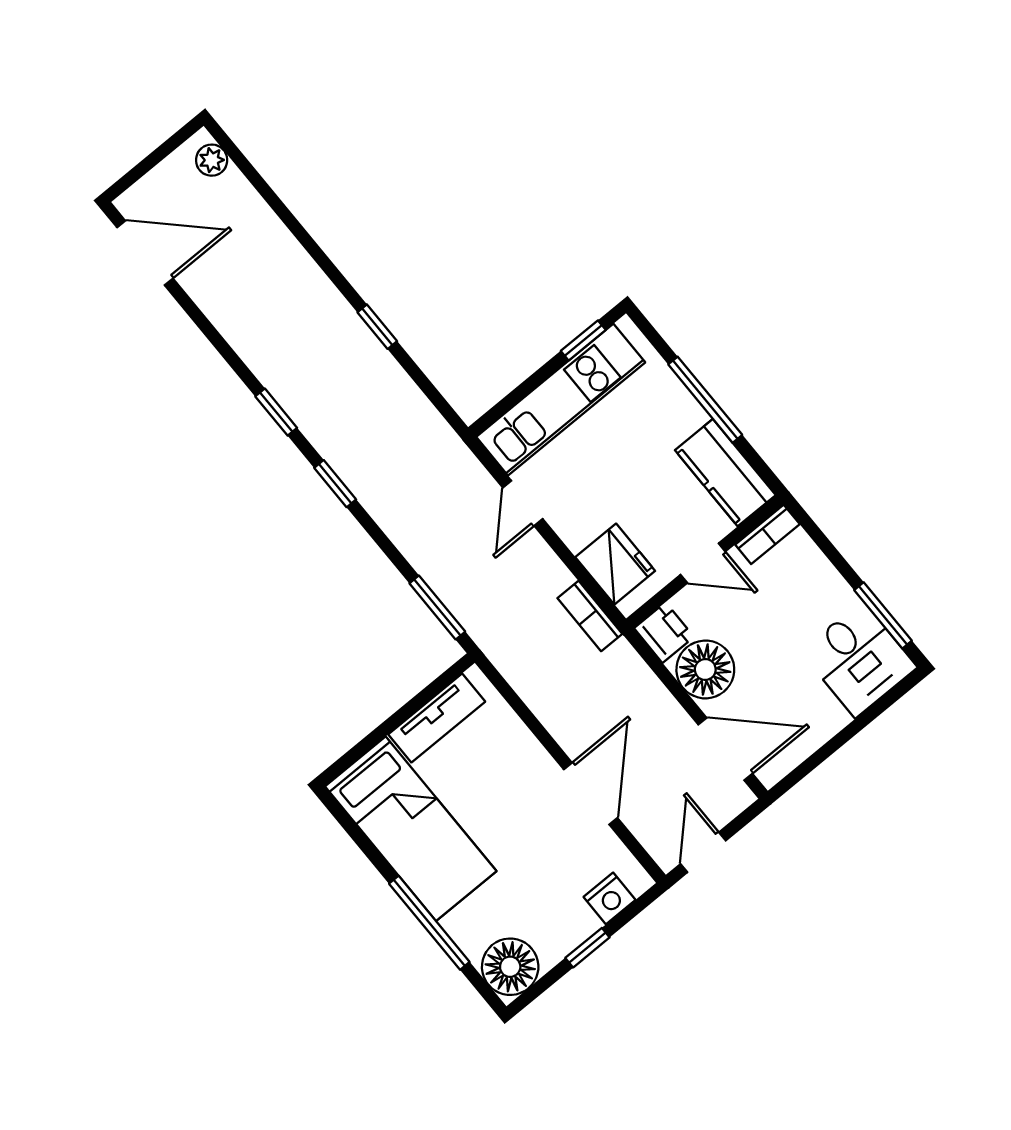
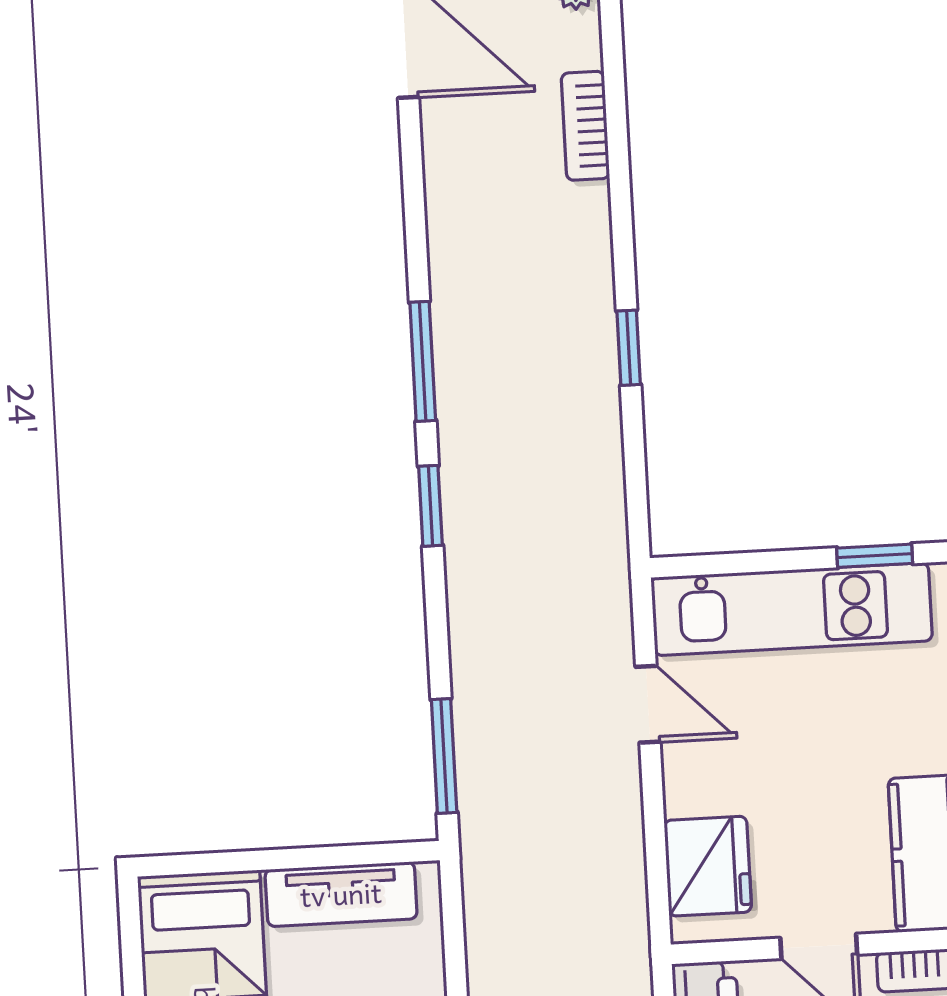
window: (276, 412) -> (423, 361), width x1.50
door: (523, 503) -> (648, 704), swing flipped
bookcase: (590, 616) -> (585, 126), moved

